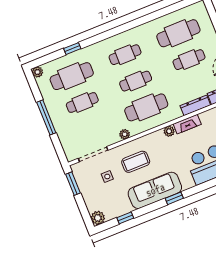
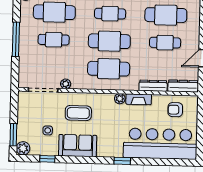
cafe table: (136, 81) -> (109, 41), width x1.37, depth x1.35
plant: (125, 134) -> (66, 84), moved
side table: (107, 176) -> (48, 130), moved
window: (73, 184) -> (13, 135), moved
sofa: (155, 190) -> (78, 146), width x0.73
window: (174, 198) -> (122, 161), moved

